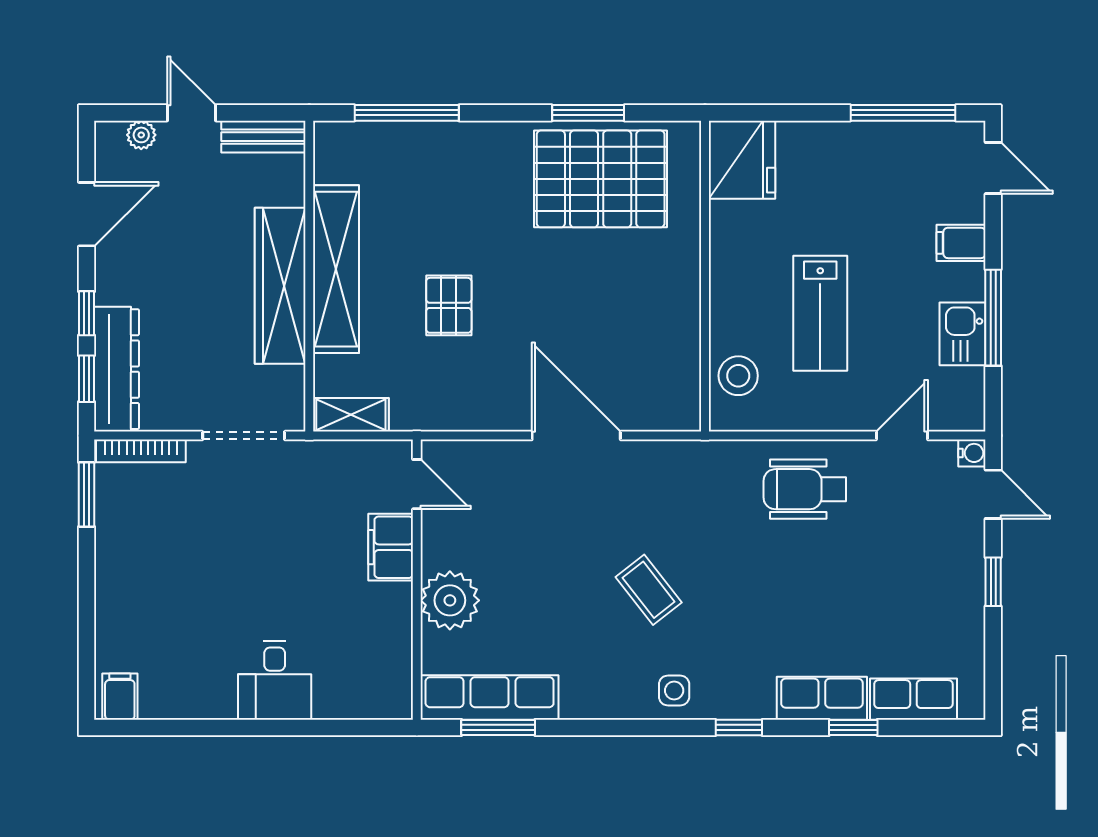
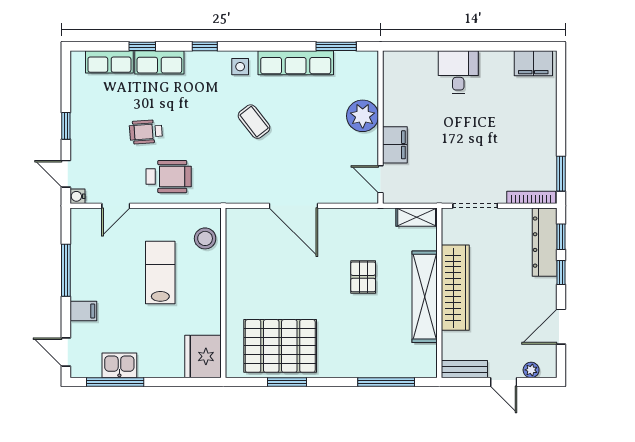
kitchen sink: (963, 334) -> (119, 365), moved, turned -90
wheelchair: (847, 571) -> (146, 132), added
filing cabinet: (120, 697) -> (533, 63), width x2.00
row of seats: (490, 698) -> (296, 63), moved

